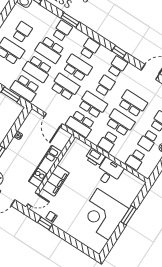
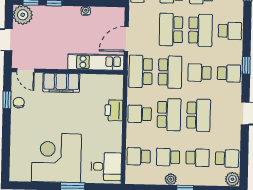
school desk: (105, 86) -> (199, 73), turned 180
school desk: (65, 87) -> (171, 30), turned 180
kitchen unit: (45, 166) -> (96, 62), moved
desk: (109, 172) -> (106, 167), moved

